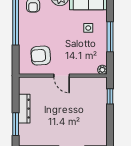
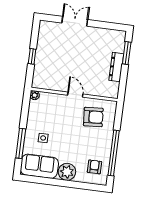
window: (110, 37) -> (21, 143), moved
window: (110, 96) -> (32, 56), moved

